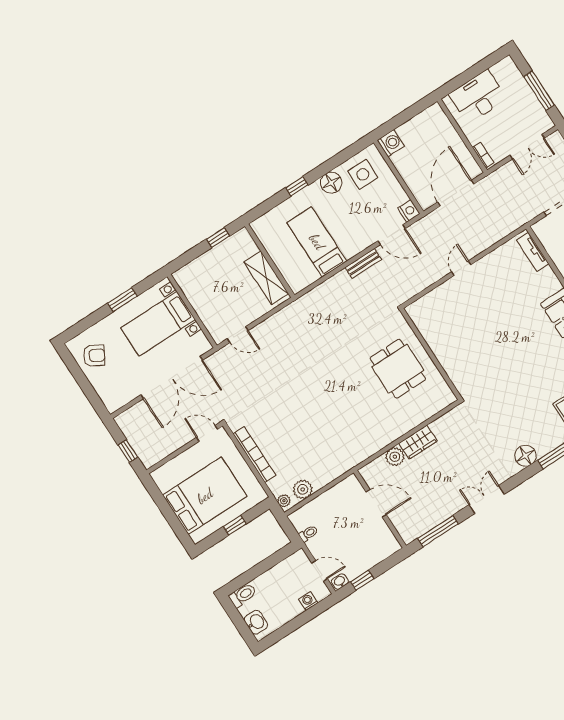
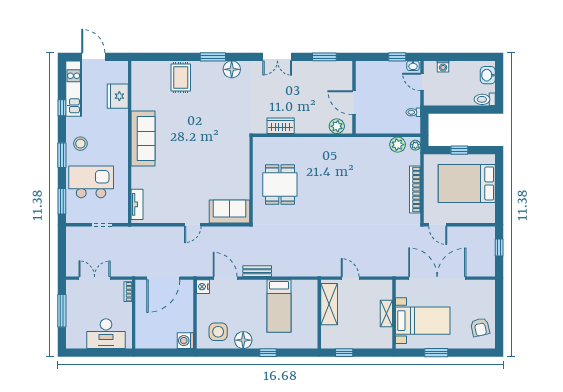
shelving: (201, 307) -> (386, 313), added
sofa: (432, 307) -> (230, 212), added
door: (238, 335) -> (350, 278), moved
armchair: (94, 355) -> (480, 327), turned -132
wardrobe: (418, 442) -> (281, 126), moved
plant: (395, 457) -> (337, 126), moved
window: (438, 531) -> (324, 57), width x0.69

